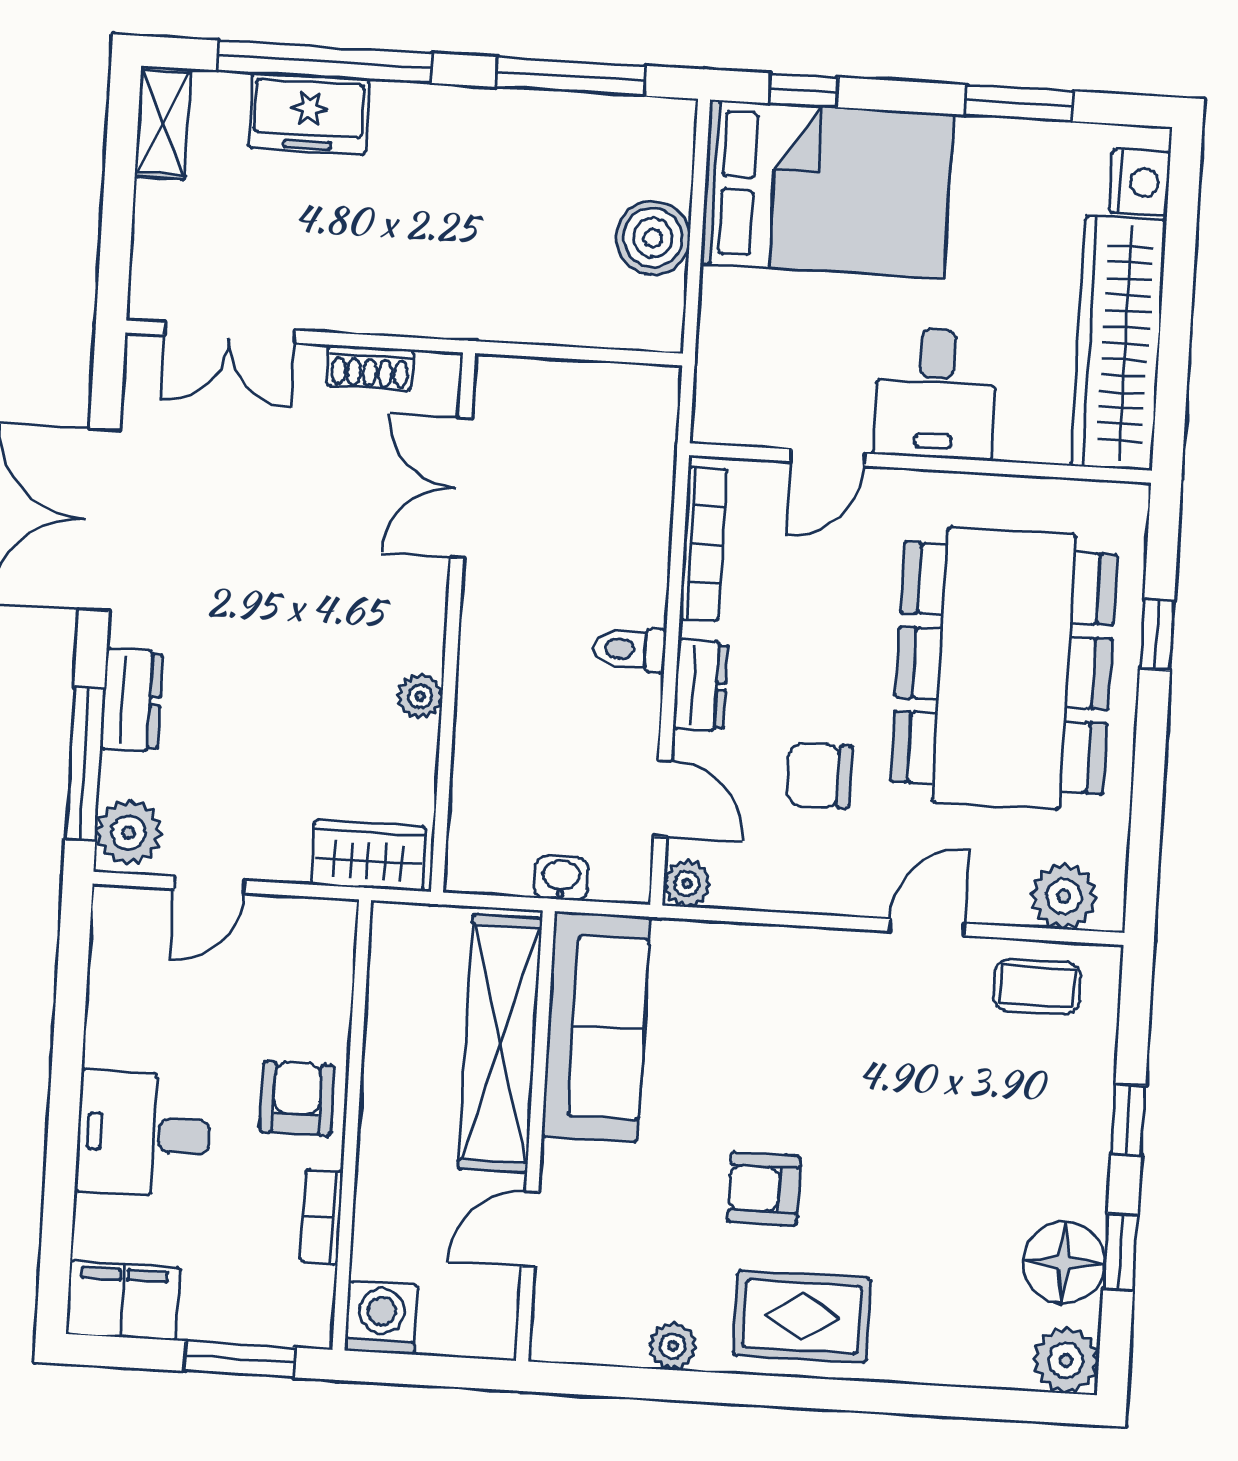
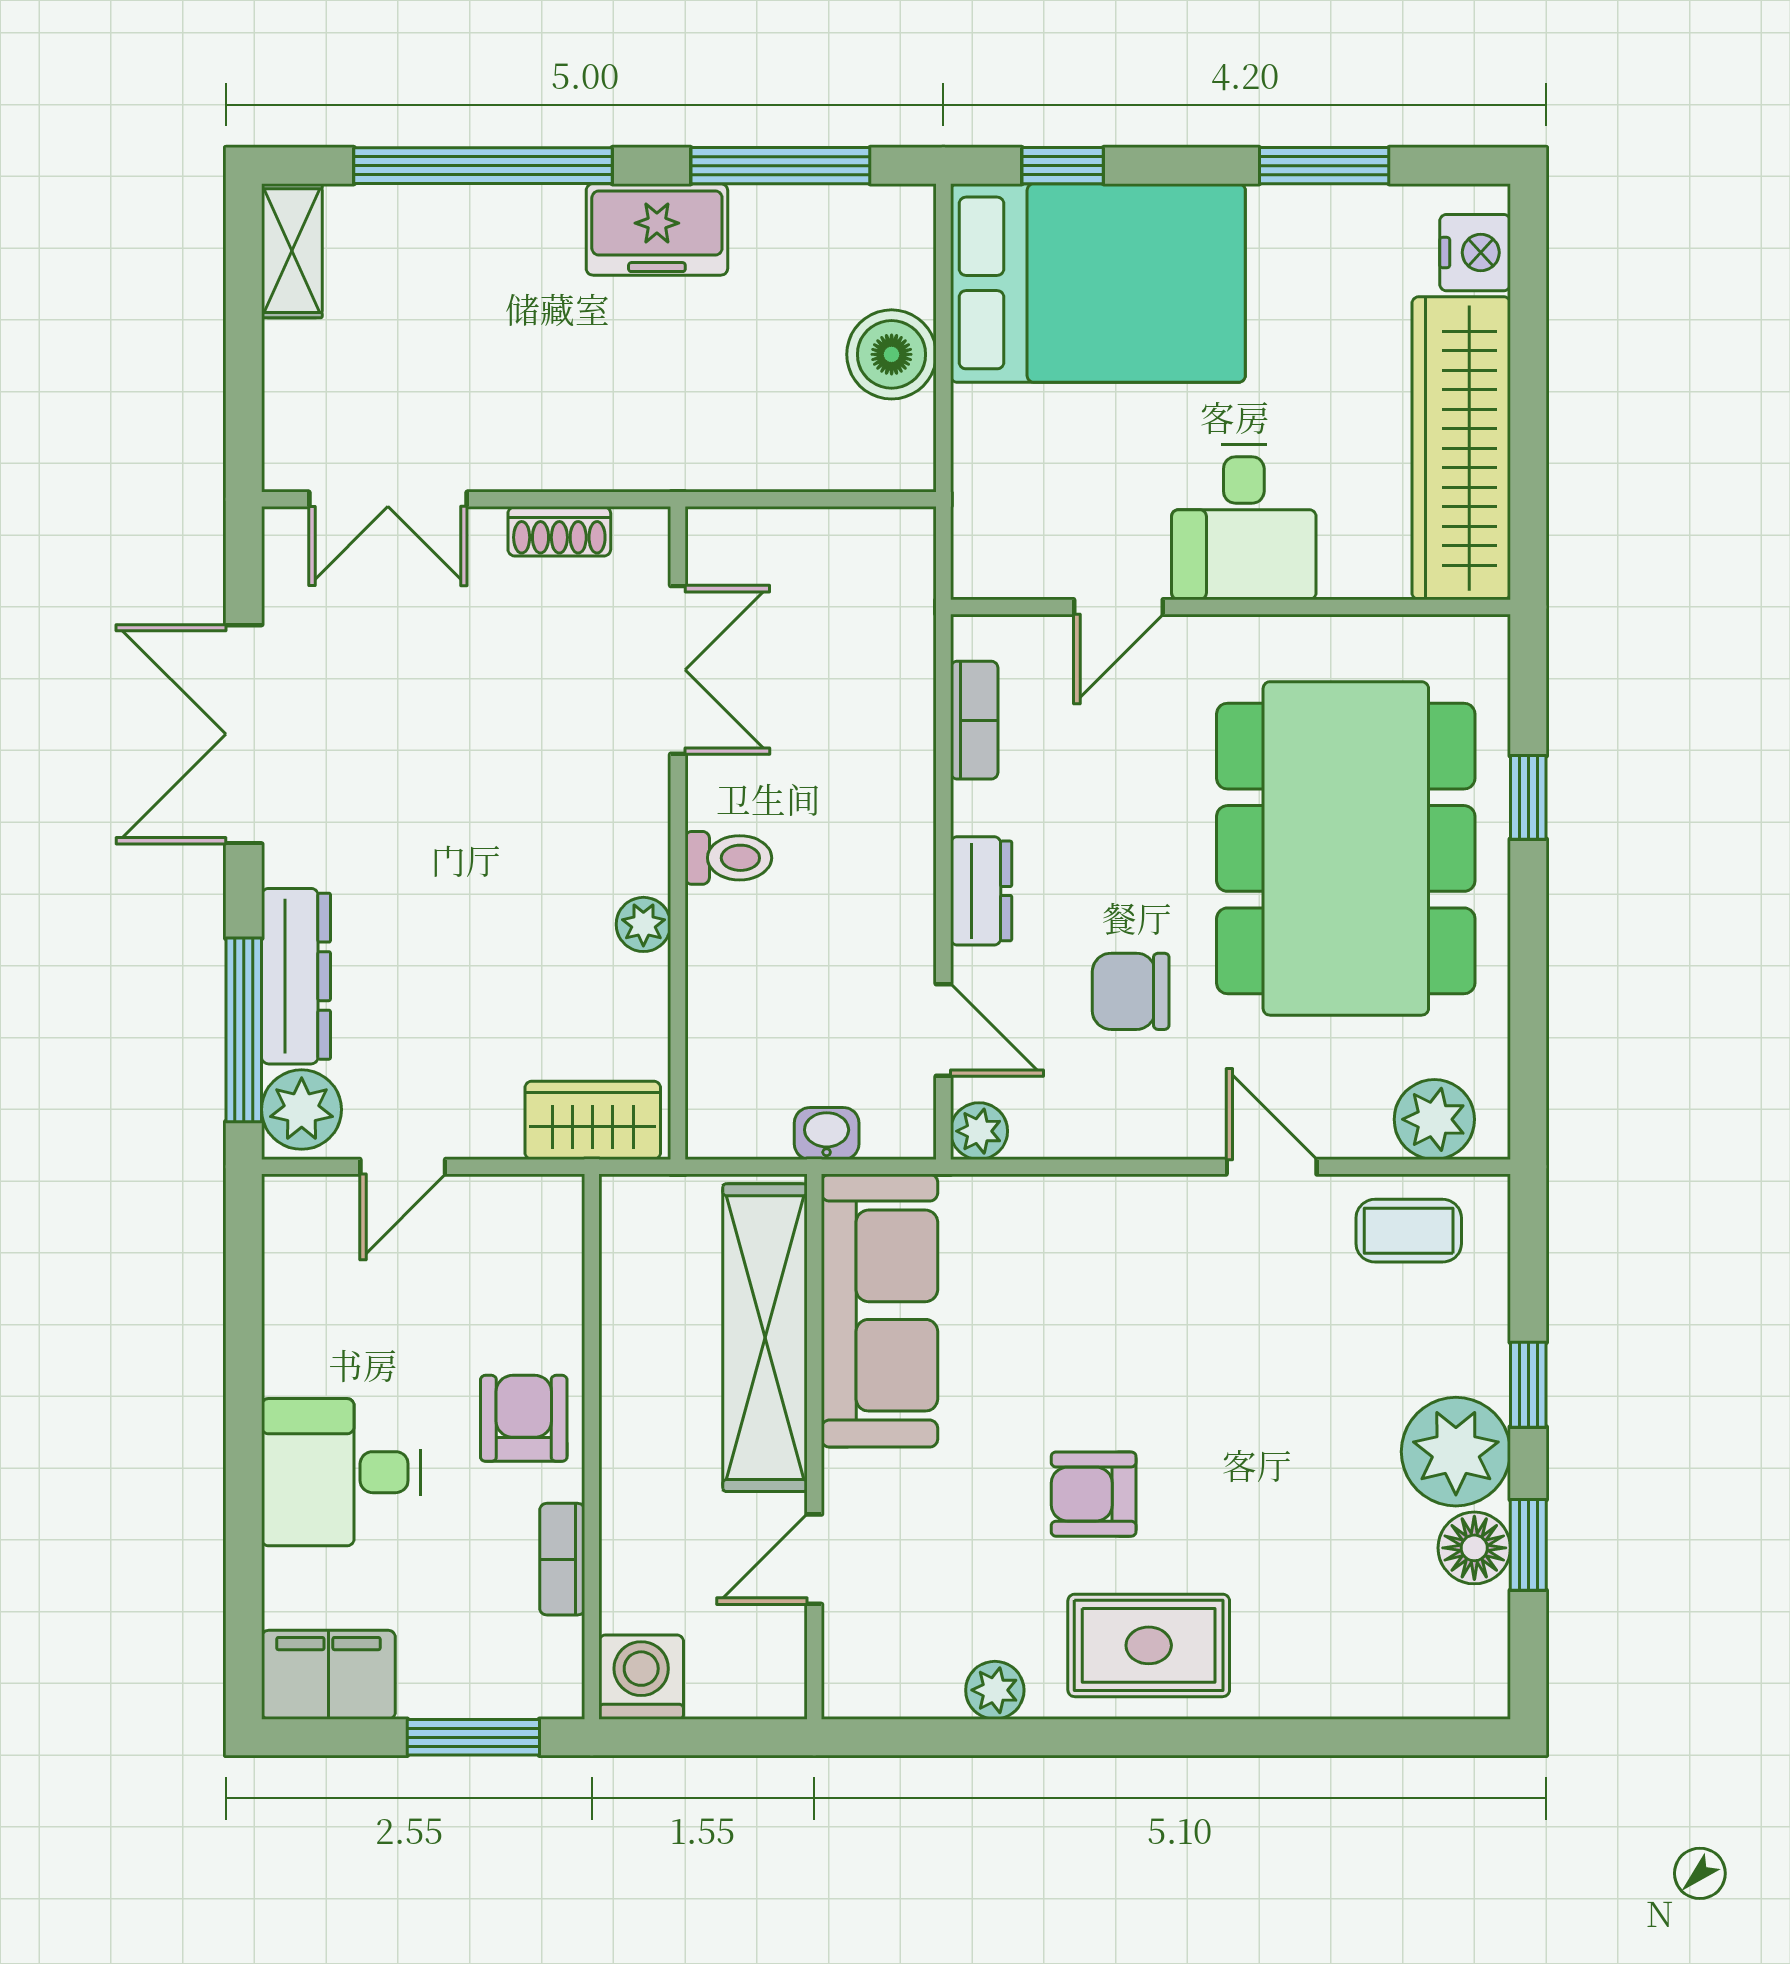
freezer: (309, 114) -> (657, 229), moved
double door: (461, 488) -> (678, 670), swing flipped
bookcase: (703, 544) -> (974, 720), width x0.64
toilet: (630, 649) -> (728, 858), moved, turned 180
dresser: (132, 700) -> (296, 976), width x1.44
door: (927, 927) -> (1272, 1167), hinge flipped
floor lamp: (1064, 1263) -> (1474, 1548), width x0.73, depth x0.73
plant: (1066, 1360) -> (1456, 1452), moved, width x1.36, depth x1.36

